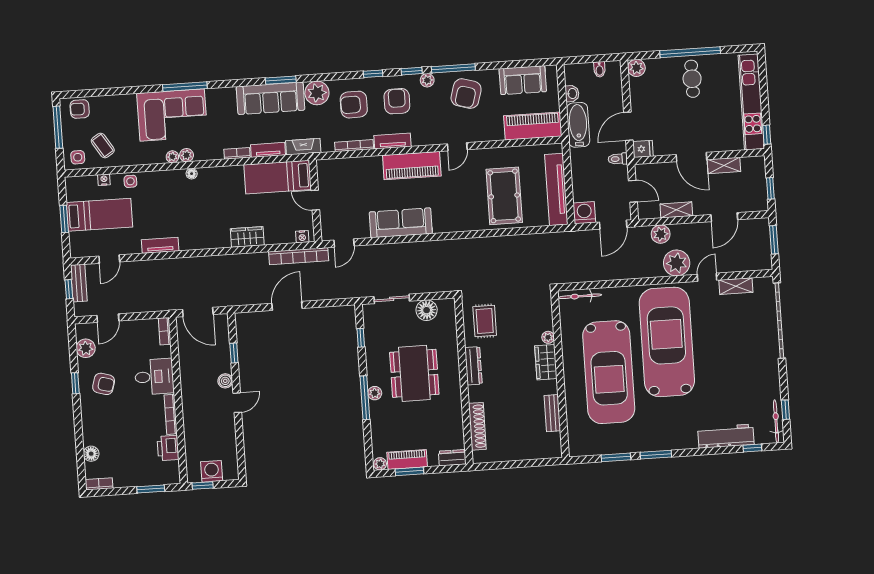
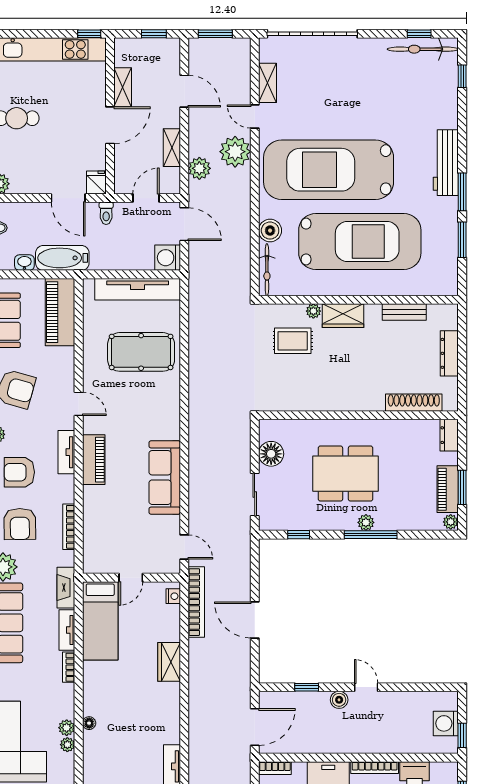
tv unit: (393, 141) -> (66, 452), moved
piano: (412, 166) -> (94, 460), width x0.73, depth x0.75
boiler: (613, 297) -> (270, 231), added
rug: (485, 321) -> (293, 341), moved
dresser: (473, 366) -> (449, 353), moved, turned -90
bicycle: (776, 421) -> (423, 49), width x1.37, depth x1.40
workbench: (726, 436) -> (446, 163), moved

